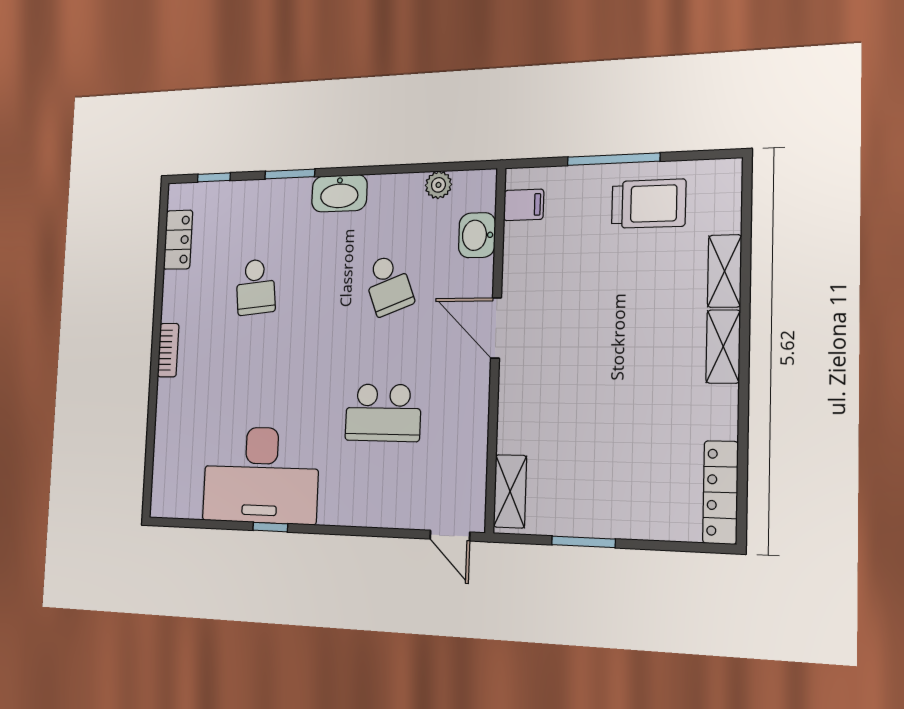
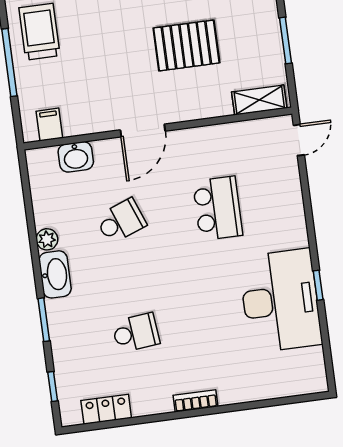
plant: (438, 185) -> (47, 239), moved
pallet: (598, 403) -> (186, 45), added

